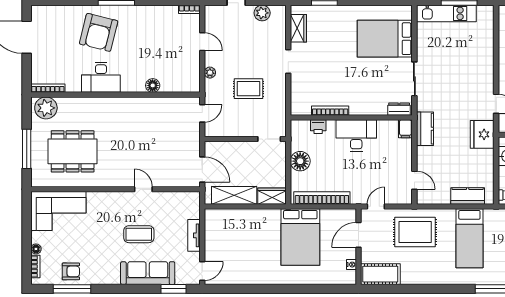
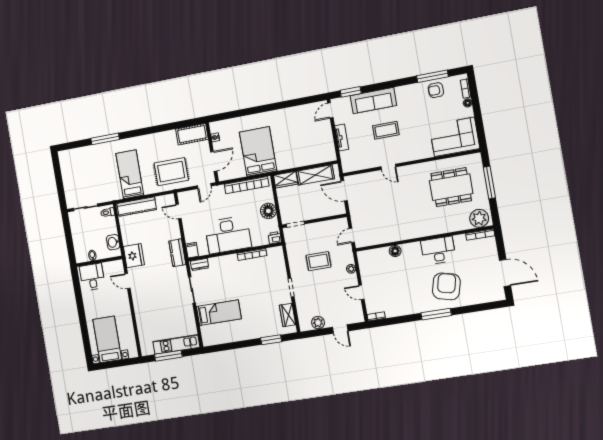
bed: (385, 39) -> (219, 313), width x0.67
printer: (318, 127) -> (275, 238), moved
desk: (356, 136) -> (228, 235), width x1.36, depth x1.30
kitchen counter: (468, 196) -> (137, 207), width x1.50

